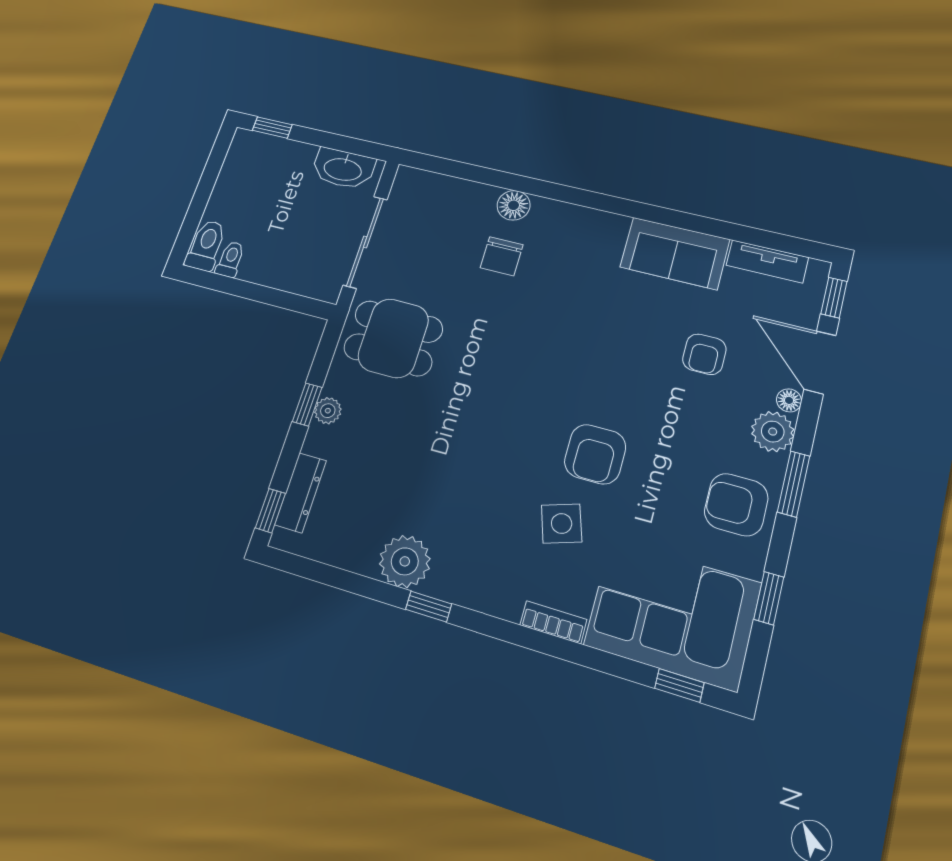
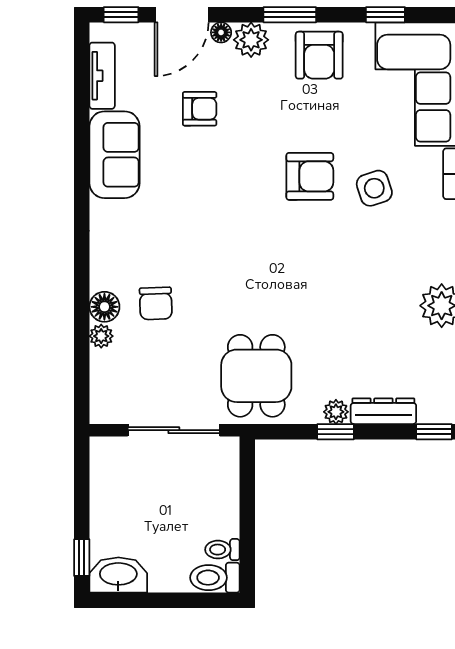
washbasin: (343, 169) -> (118, 575), moved, turned -90
plant: (484, 195) -> (101, 336), added
chair: (502, 256) -> (156, 303), turned 88
dresser: (301, 493) -> (383, 411), moved

